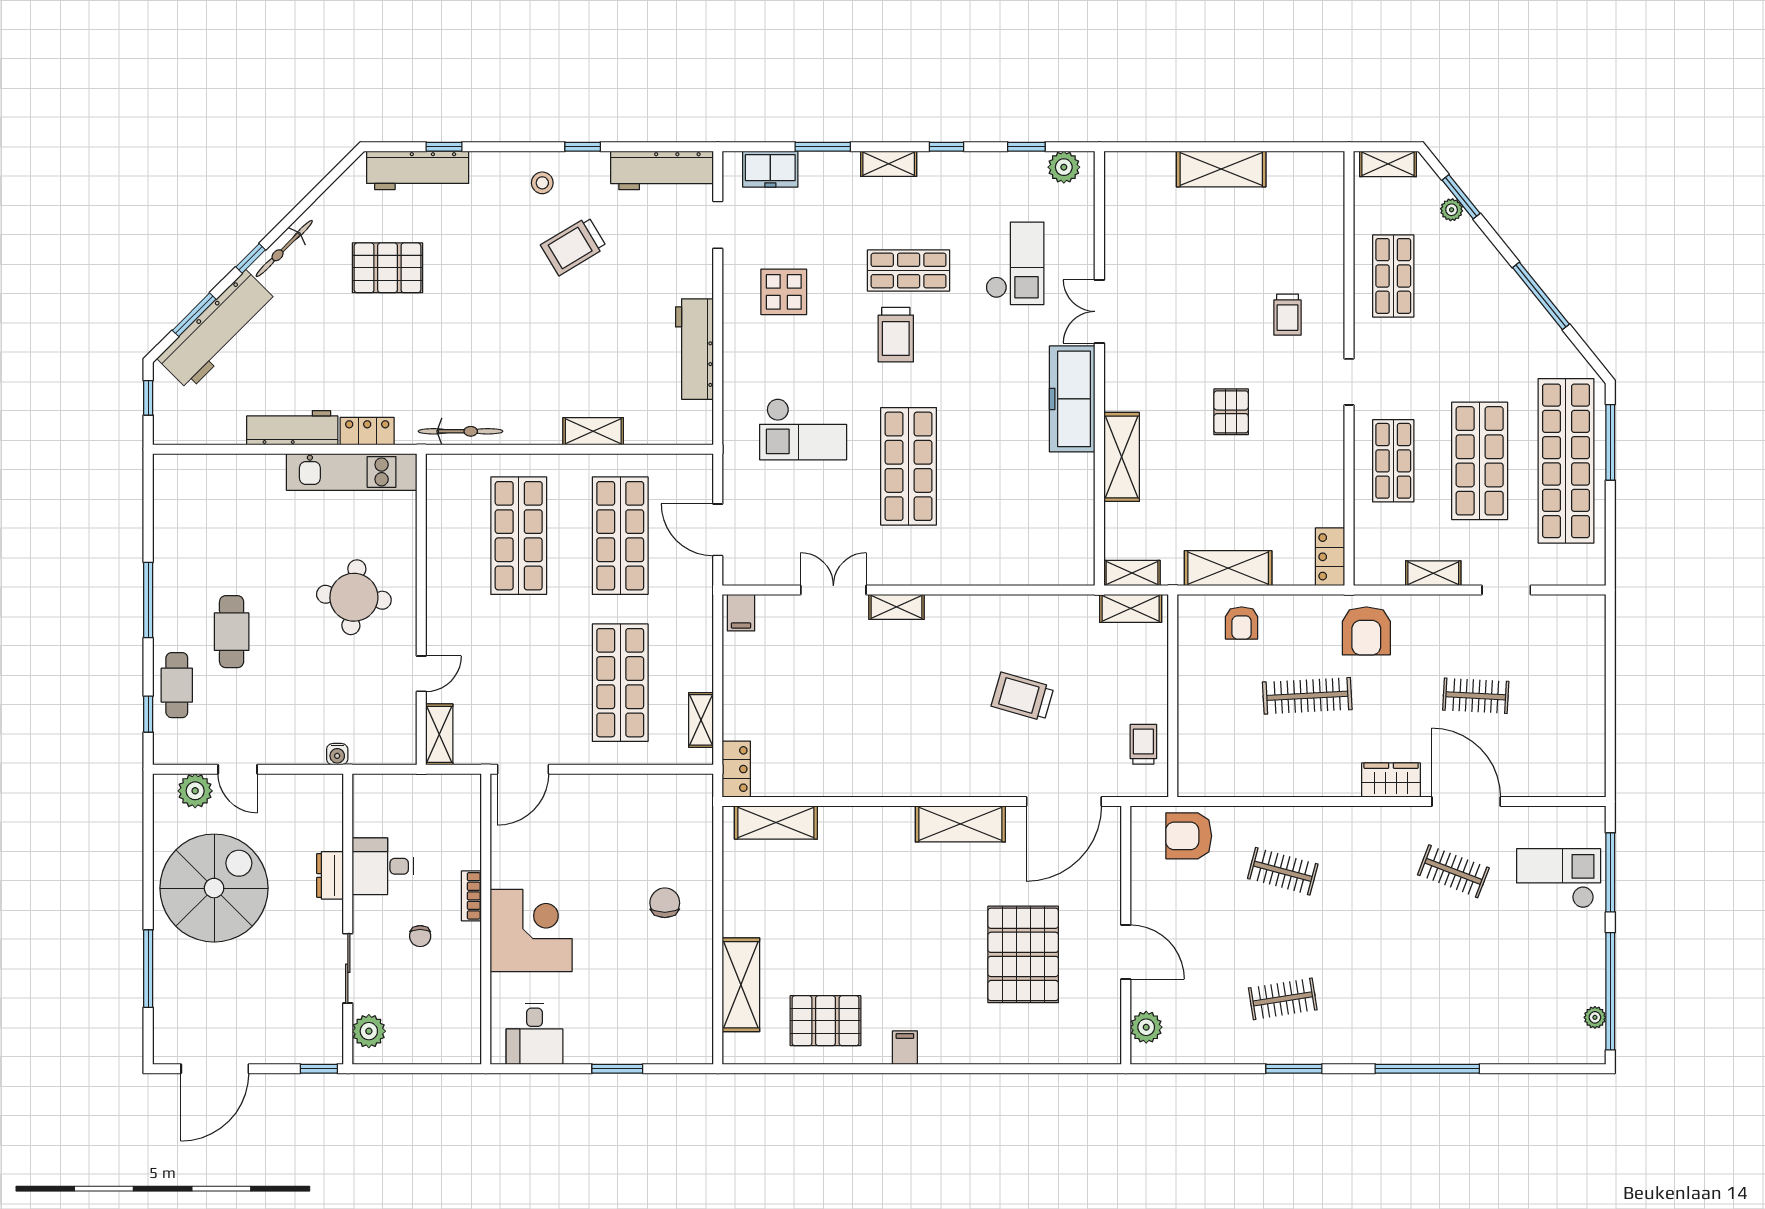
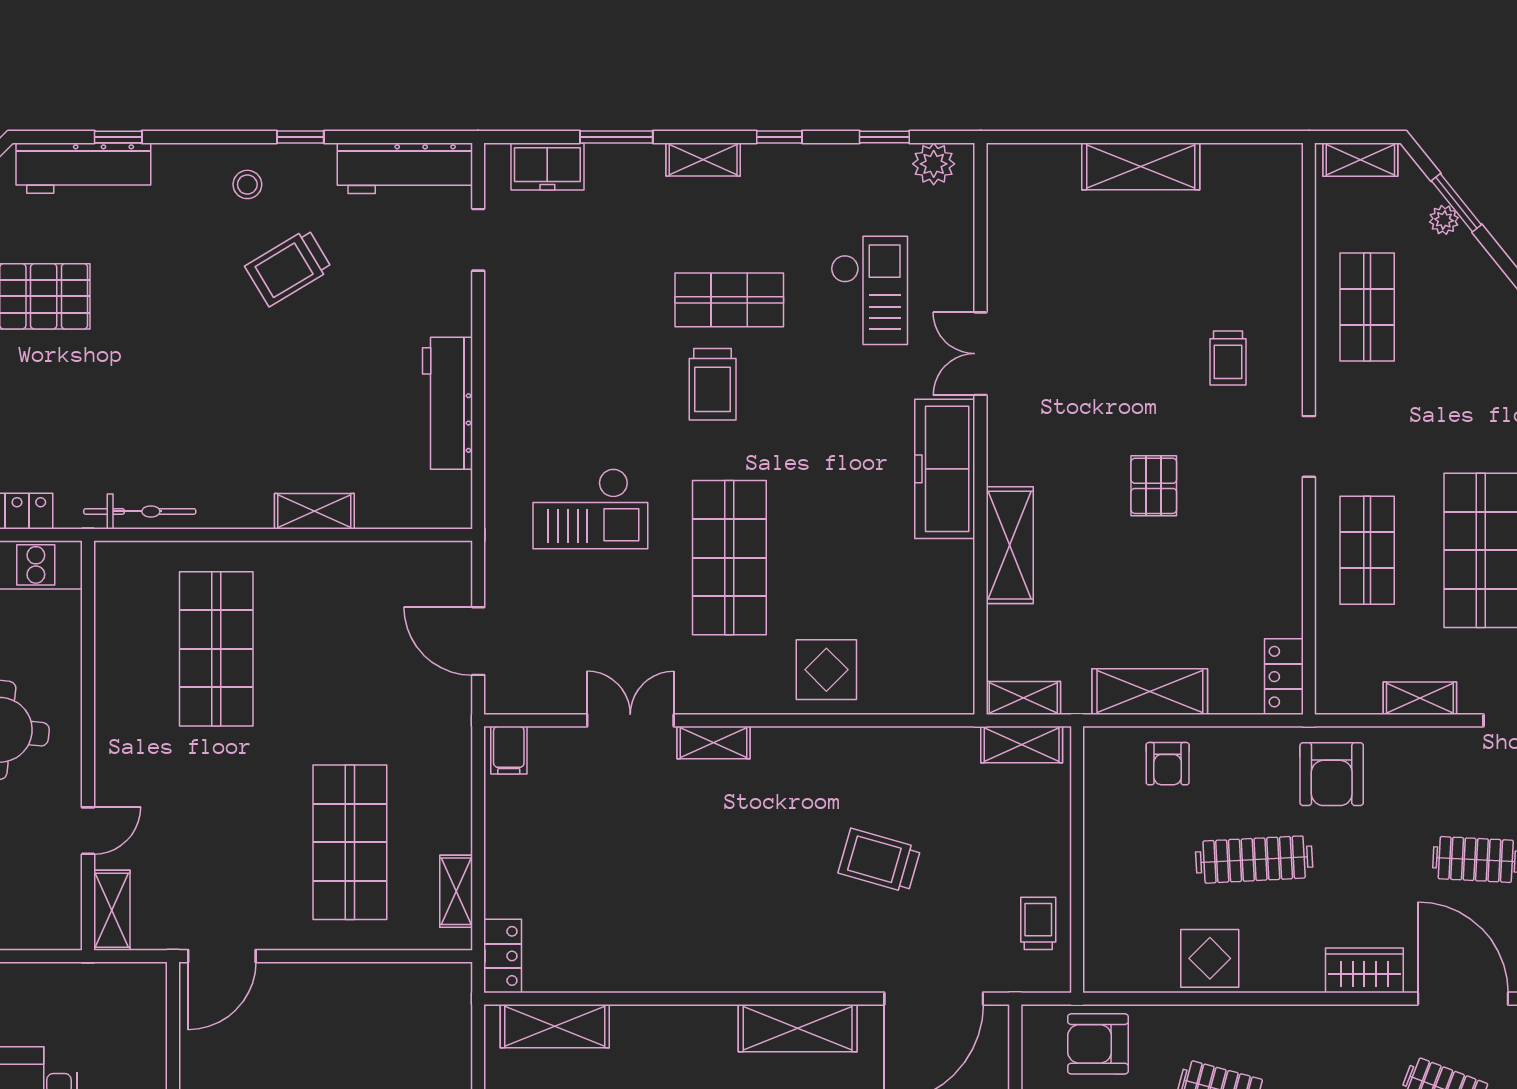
display table: (784, 292) -> (826, 670), moved
shop shelf: (620, 536) -> (350, 649), removed
display table: (1274, 771) -> (1210, 958), added

